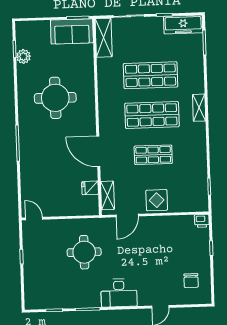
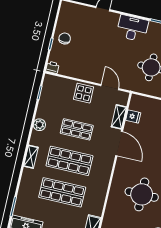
plant: (199, 148) -> (39, 125), added
shelving: (107, 195) -> (119, 117), moved
door: (127, 216) -> (110, 87), hinge flipped
chair: (191, 281) -> (65, 39), moved

